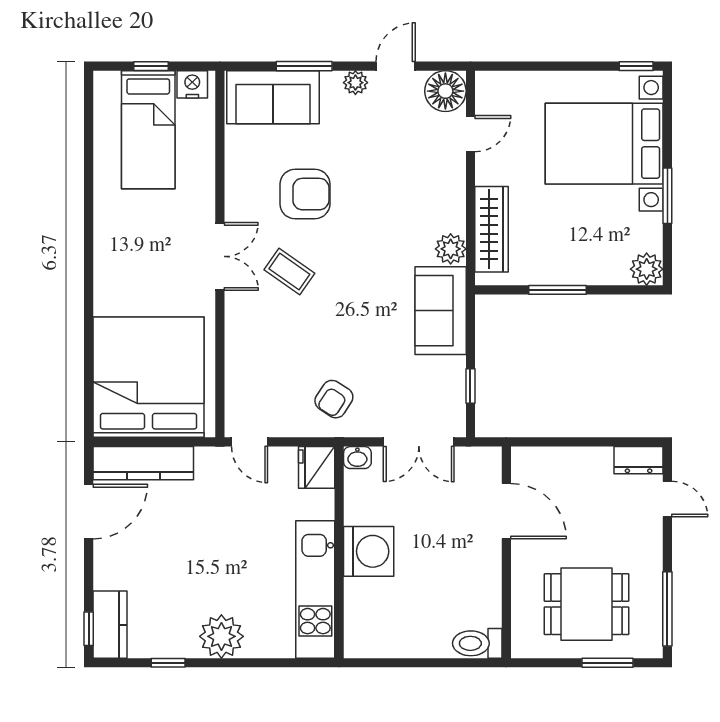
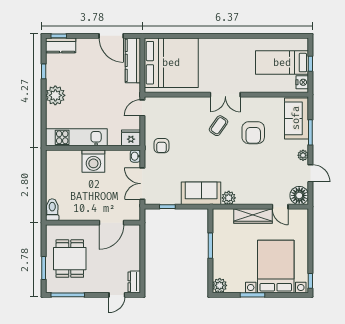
wardrobe: (491, 229) -> (253, 216), moved
armchair: (334, 399) -> (161, 146), turned -123

